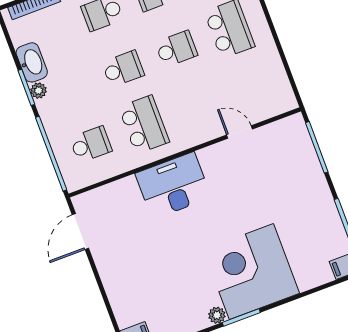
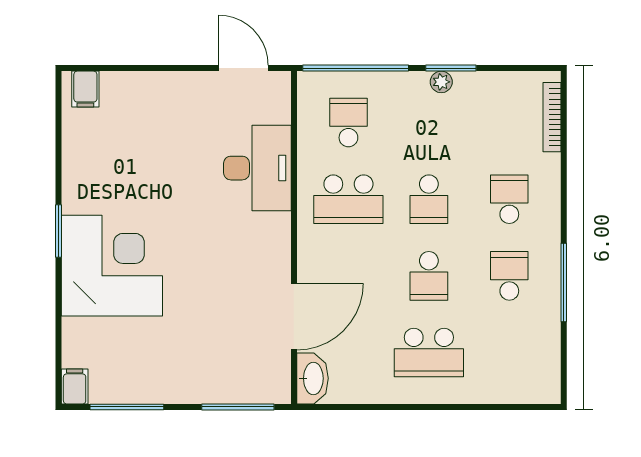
washbasin: (32, 62) -> (312, 378), moved, turned -90
door: (240, 132) -> (294, 317), width x1.87
school desk: (91, 144) -> (348, 122), turned 180
desk: (173, 186) -> (257, 168), moved
plant: (217, 315) -> (73, 201), removed

